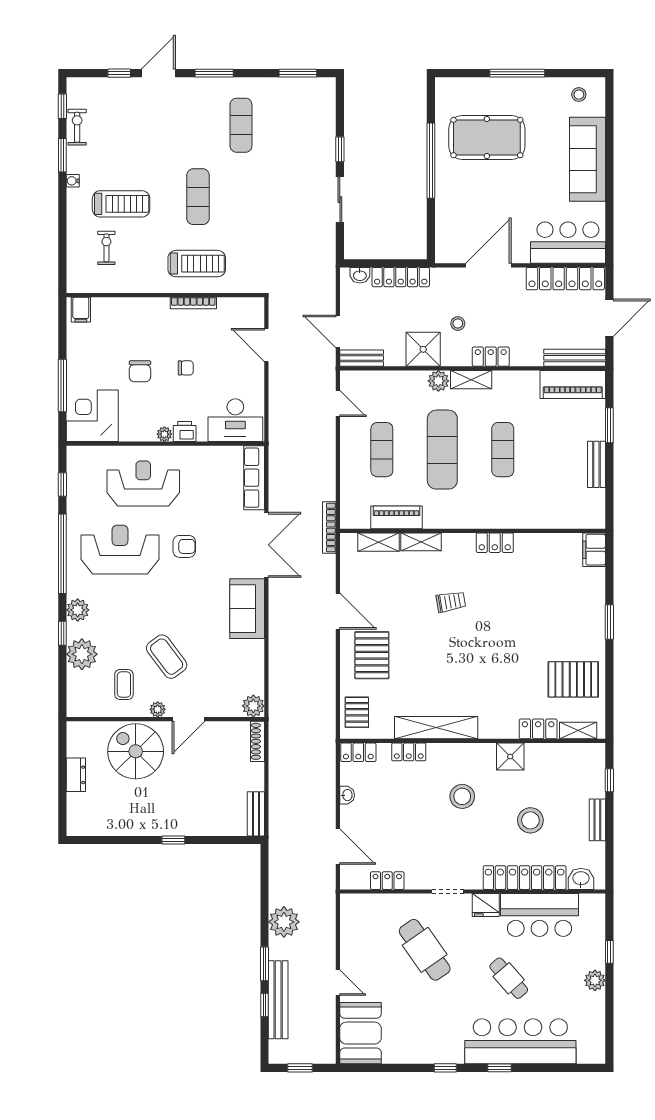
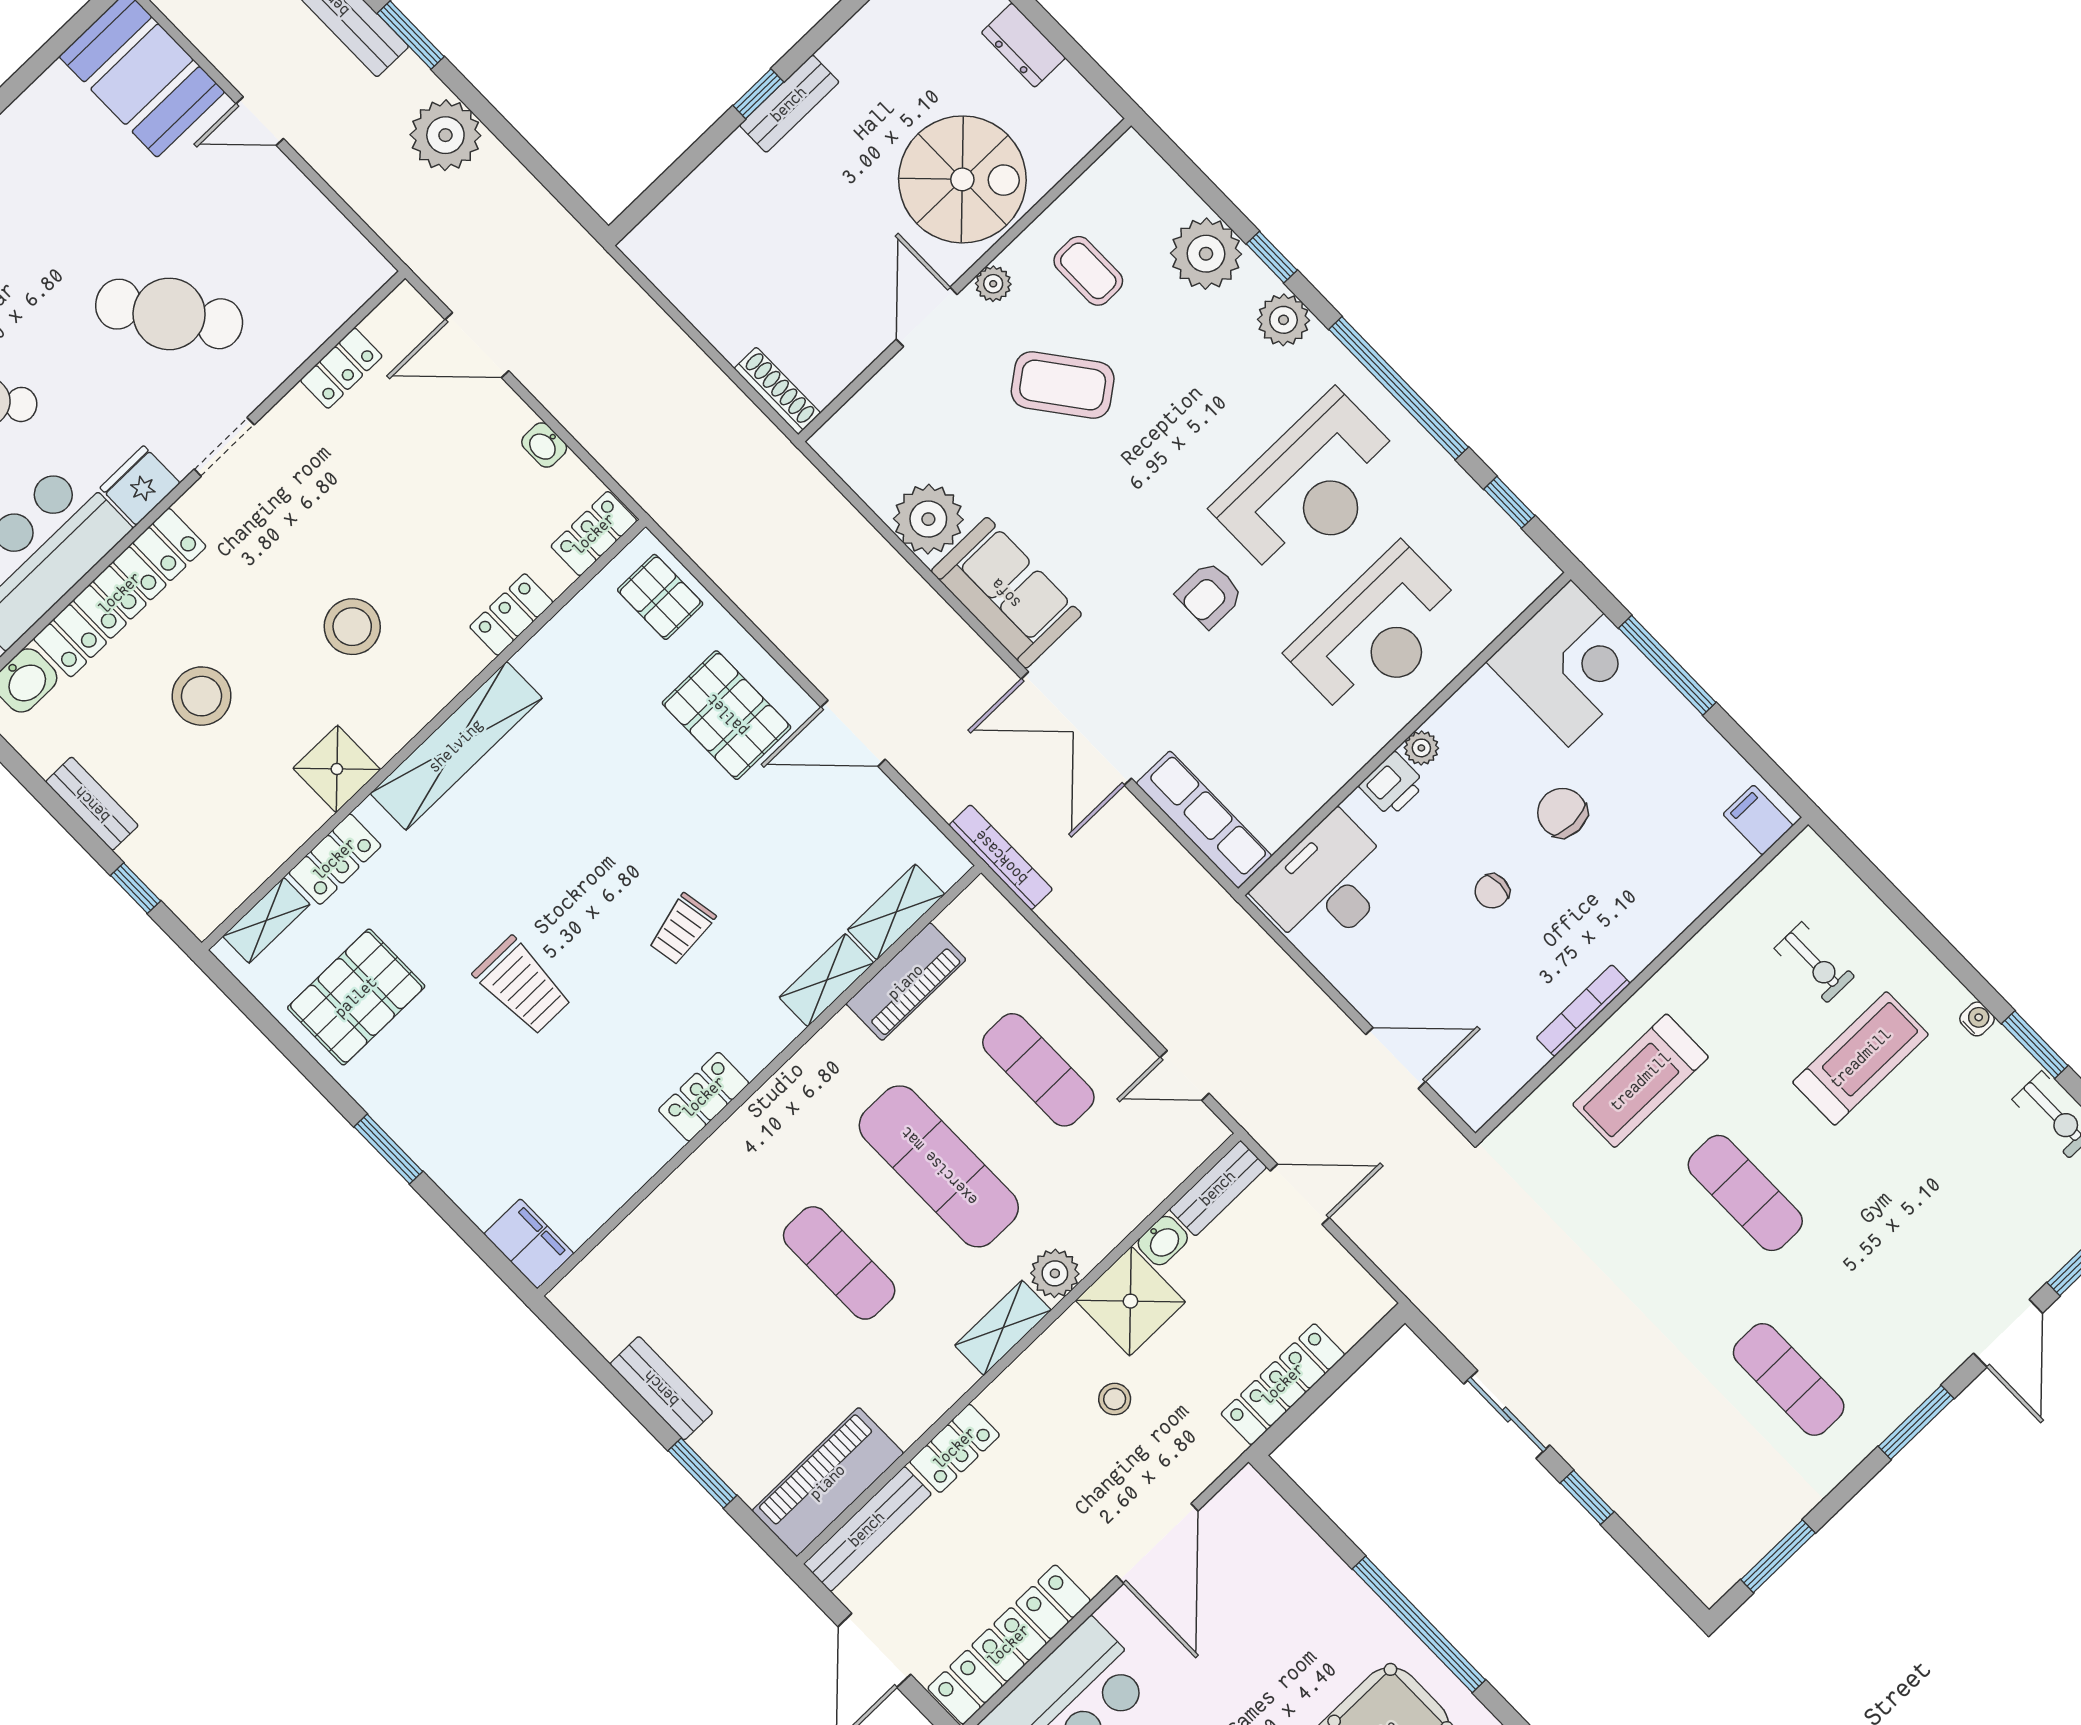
treadmill: (121, 204) -> (1861, 1058), turned 180
washbasin: (360, 275) -> (1163, 1241), moved, turned 180
locker: (491, 357) -> (955, 1448), moved
trolley: (518, 632) -> (523, 986), added
plant: (253, 706) -> (928, 519), moved, width x1.36, depth x1.36
shelving: (436, 728) -> (456, 746), moved
bench: (256, 814) -> (789, 104), moved, turned 90

